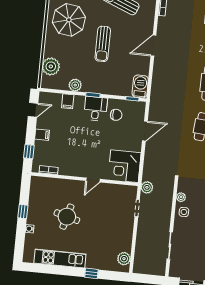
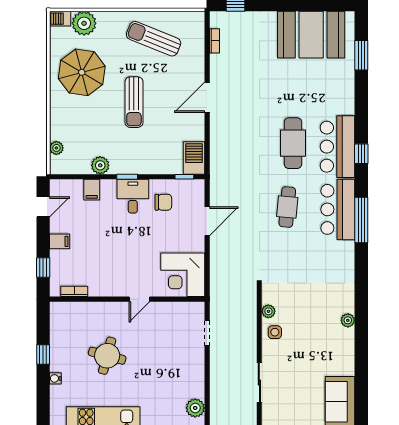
plant: (51, 66) -> (56, 148), width x0.53, depth x0.53
plant: (147, 187) -> (218, 302), removed

